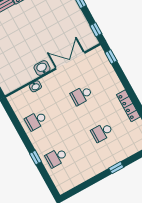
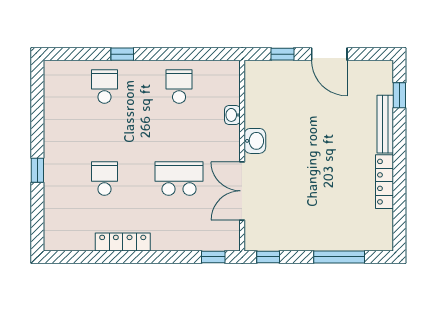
double door: (70, 61) -> (242, 191), swing flipped
school desk: (81, 95) -> (179, 179), width x1.85

